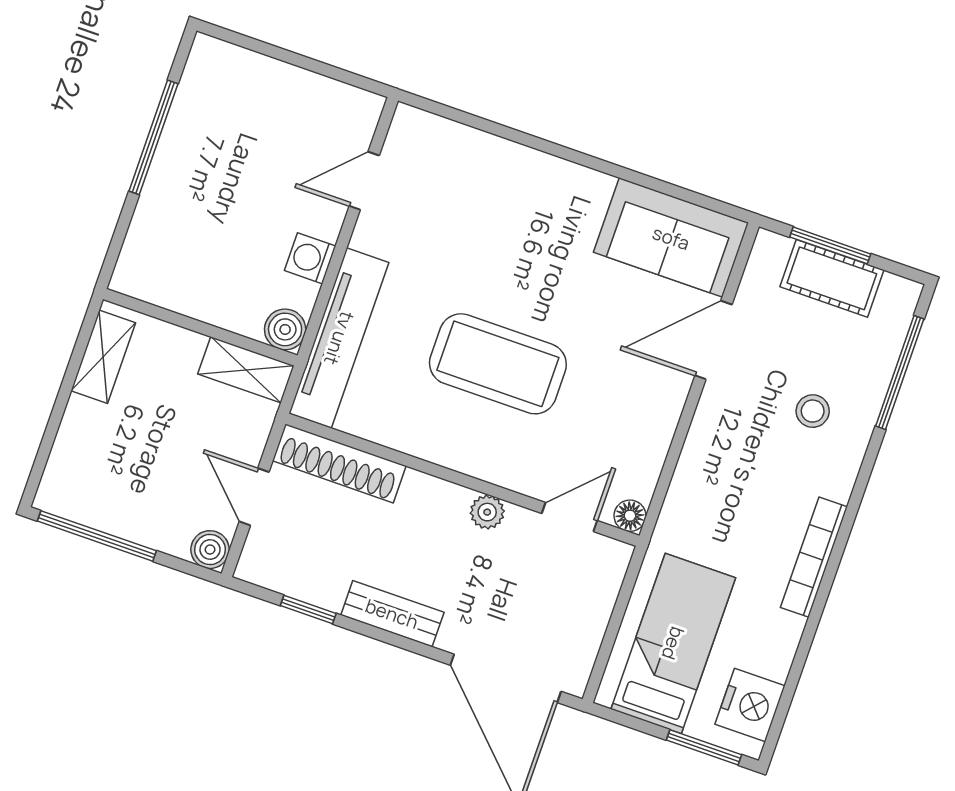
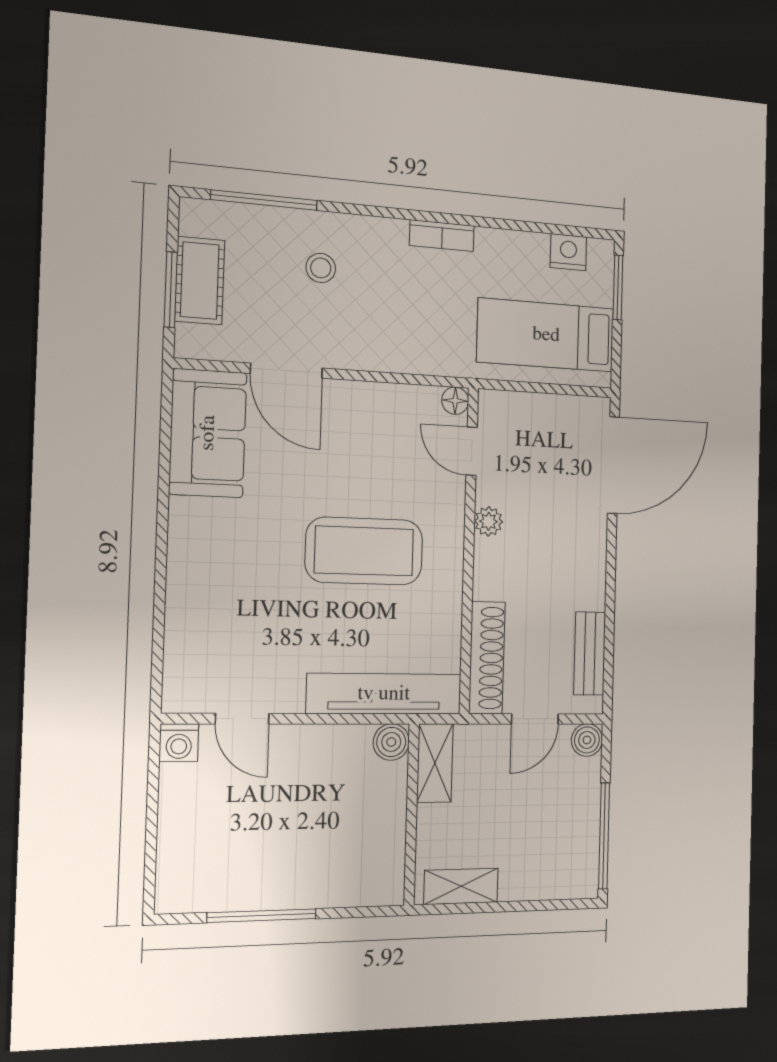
washing machine: (310, 258) -> (179, 743), moved
coffee table: (498, 364) -> (364, 551), turned 90
bookcase: (814, 557) -> (442, 236), width x0.64
window: (308, 610) -> (609, 643), removed
bench: (392, 614) -> (590, 654), moved
nightstand: (750, 705) -> (568, 252), width x0.74, depth x0.75

